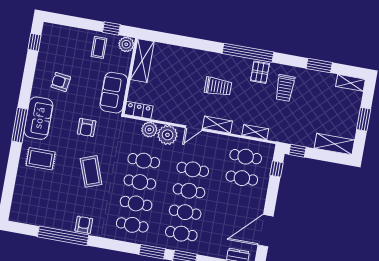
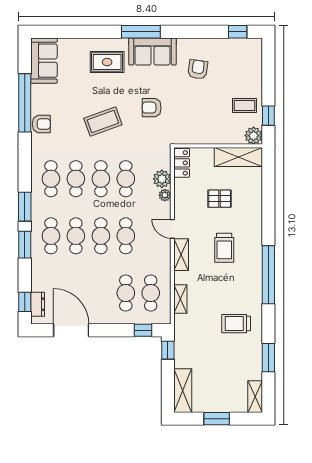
pallet: (260, 72) -> (220, 199), moved
sofa: (114, 93) -> (44, 61), moved, turned 90
plant: (167, 135) -> (165, 195), width x0.53, depth x0.53
rug: (41, 159) -> (107, 62), turned 90

